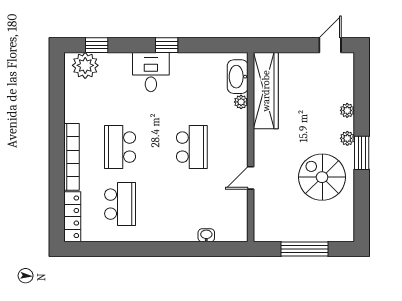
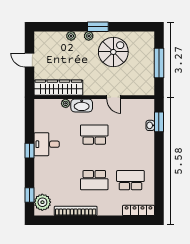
door: (330, 45) -> (30, 60), moved
desk: (151, 72) -> (47, 144), moved
washbasin: (238, 77) -> (82, 105), moved
bookcase: (72, 157) -> (76, 211), moved
spiral stairs: (322, 177) -> (113, 52), turned 180
window: (212, 249) -> (159, 122), added

